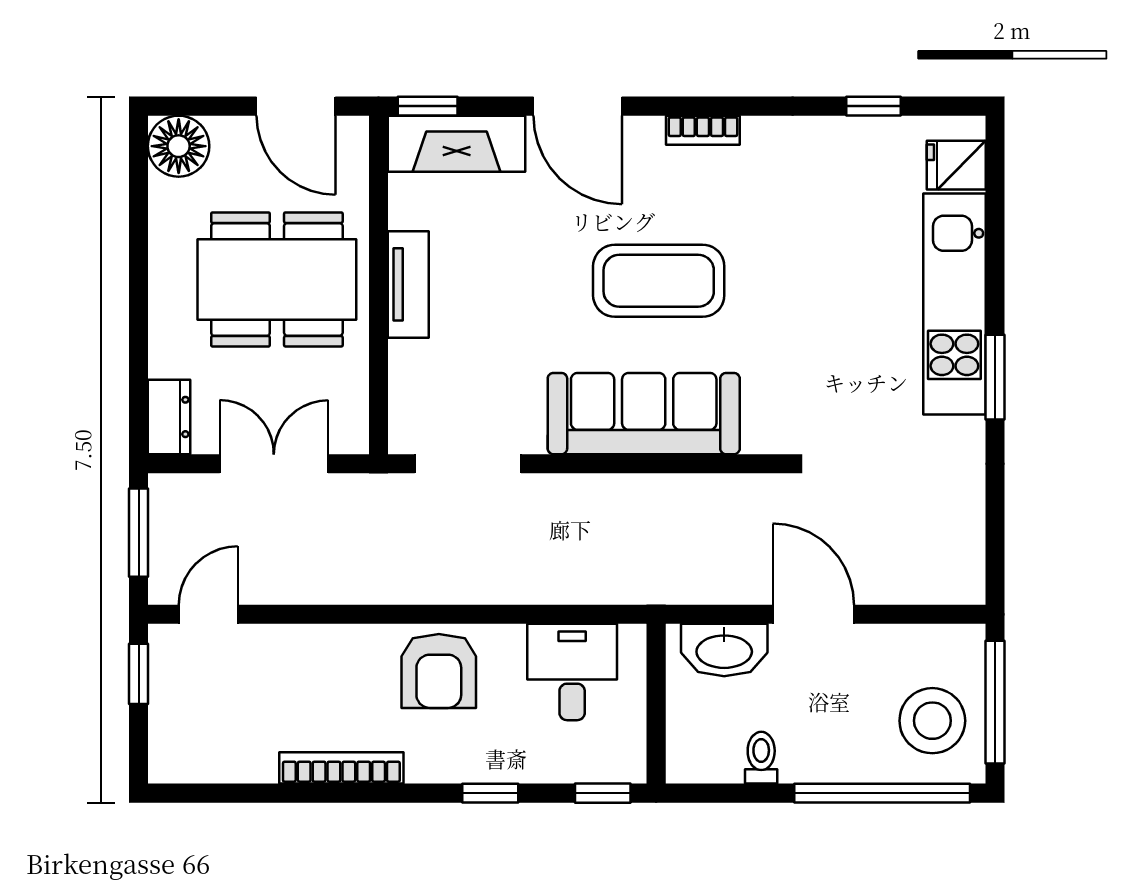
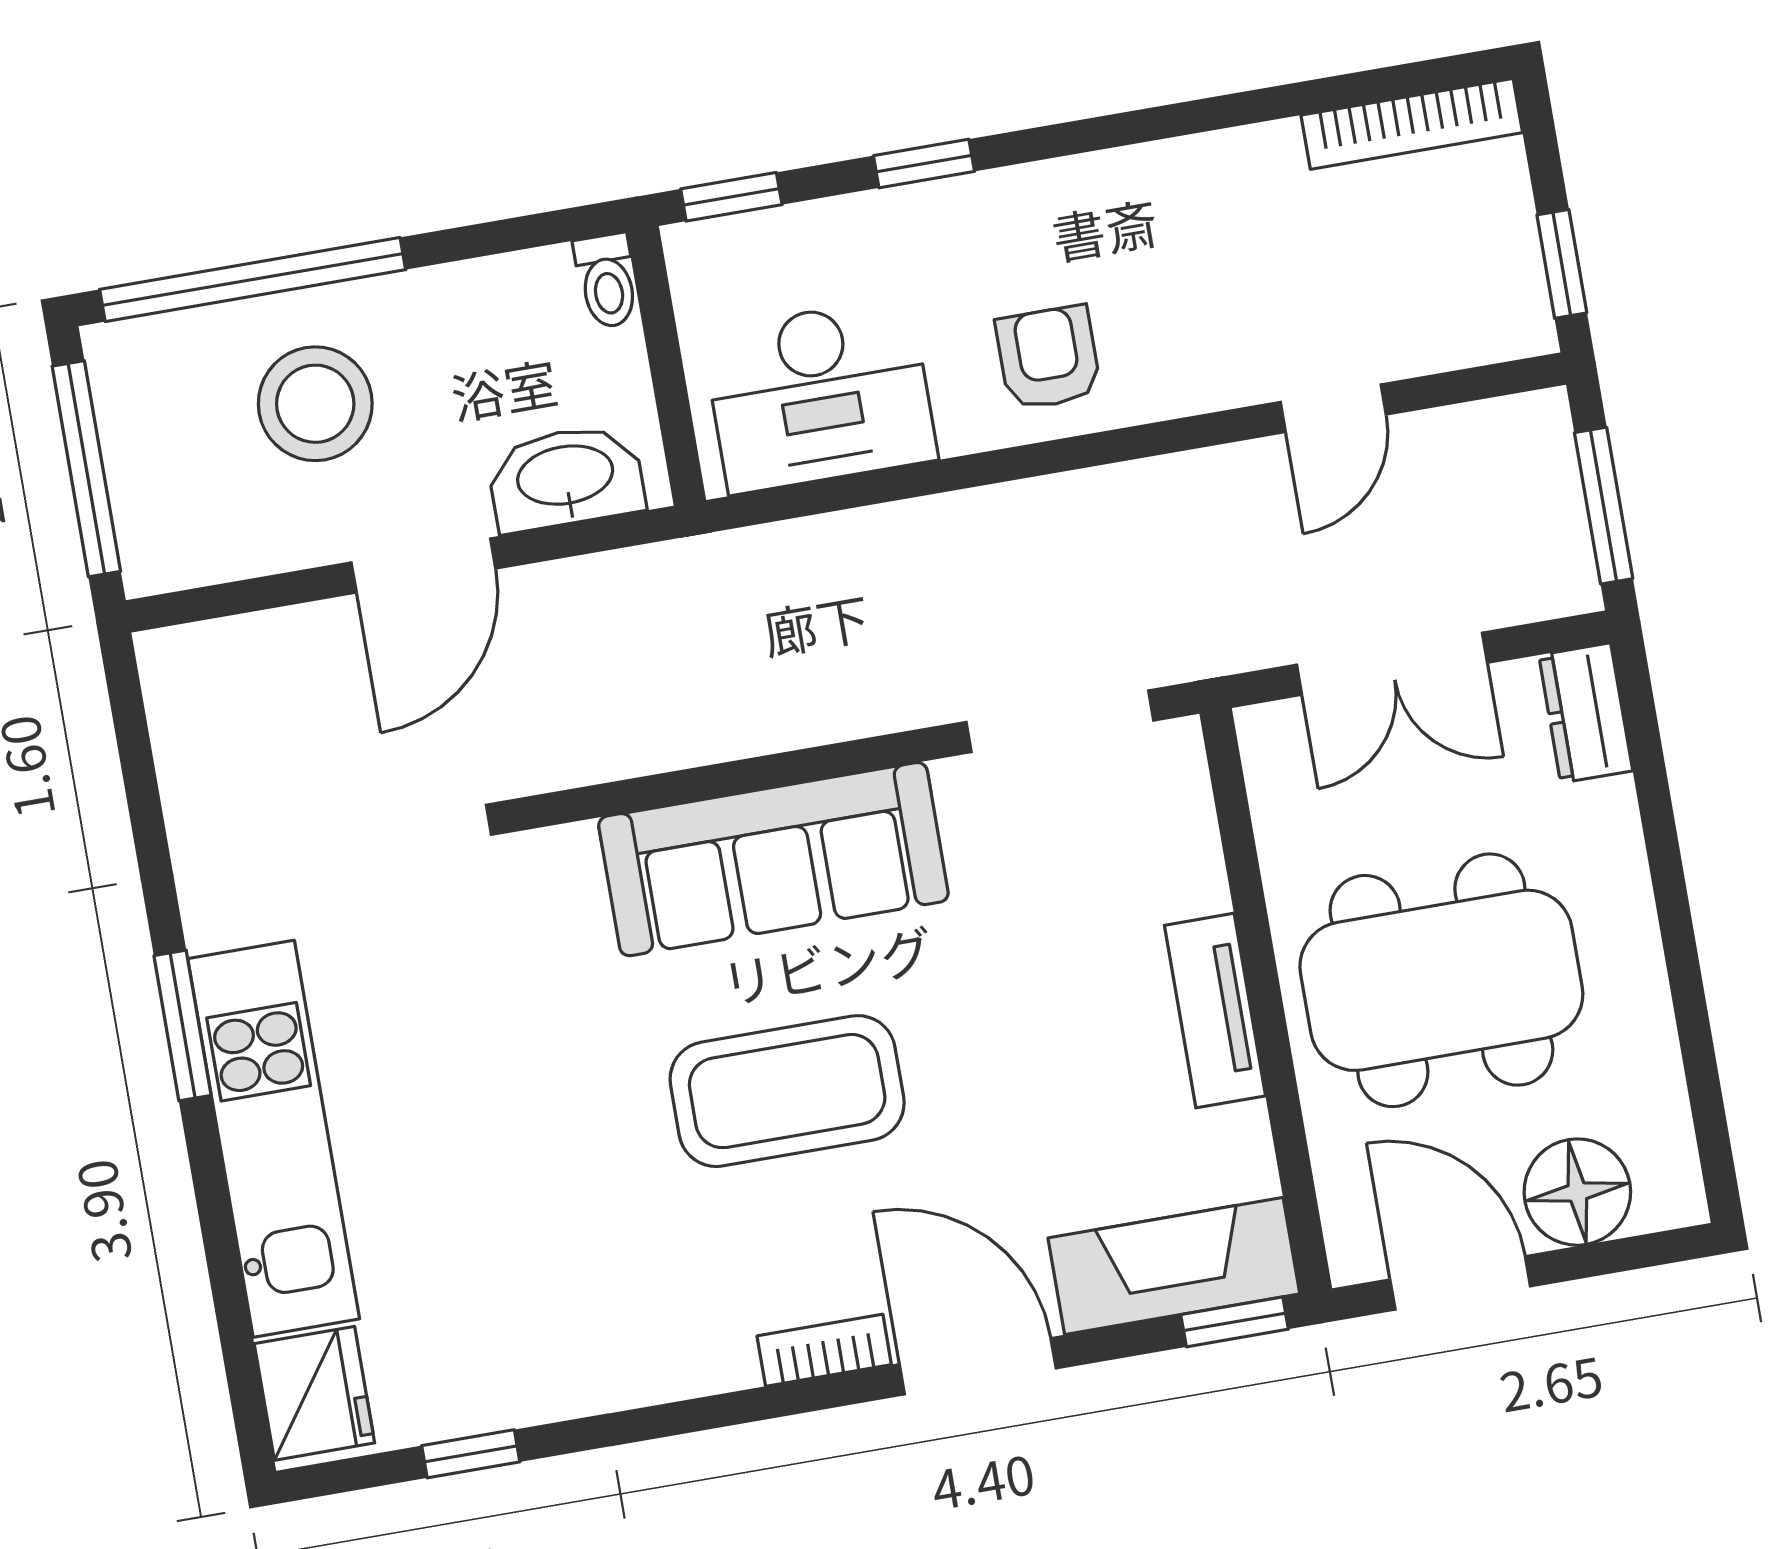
bookcase: (703, 130) -> (824, 1350), moved
floor lamp: (179, 146) -> (1577, 1192), moved
fridge: (956, 165) -> (314, 1393), width x1.38
door: (208, 614) -> (1333, 408), moved
door: (813, 614) -> (423, 565), hinge flipped
armchair: (439, 671) -> (1048, 358), width x0.72, depth x0.72
desk: (572, 672) -> (820, 395), width x1.37
stool: (932, 721) -> (315, 404), moved
toilet: (761, 758) -> (607, 281), moved
bookcase: (341, 768) -> (1412, 124), moved

